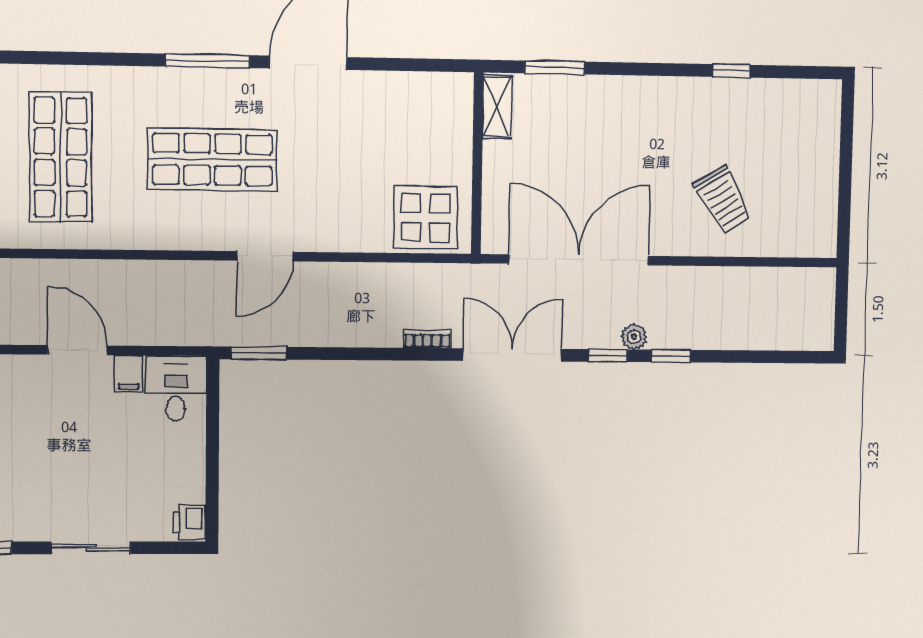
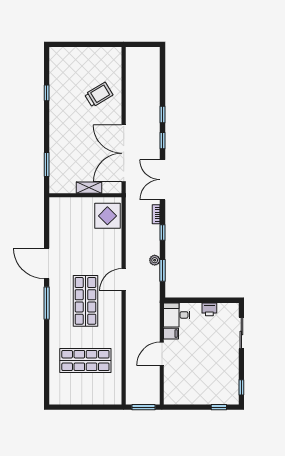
shelving: (497, 107) -> (89, 188), moved
door: (265, 256) -> (124, 280), swing flipped
plant: (634, 337) -> (155, 260), moved
window: (259, 353) -> (162, 270), moved
window: (382, 354) -> (162, 233), added
printer: (189, 522) -> (209, 309), moved
sliding door: (91, 548) -> (241, 333), moved

